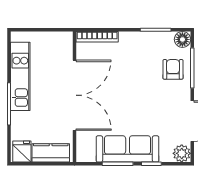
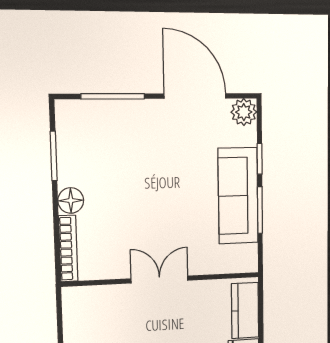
floor lamp: (182, 39) -> (71, 200), moved
armchair: (173, 69) -> (116, 127), removed
double door: (74, 95) -> (160, 280), width x0.54

